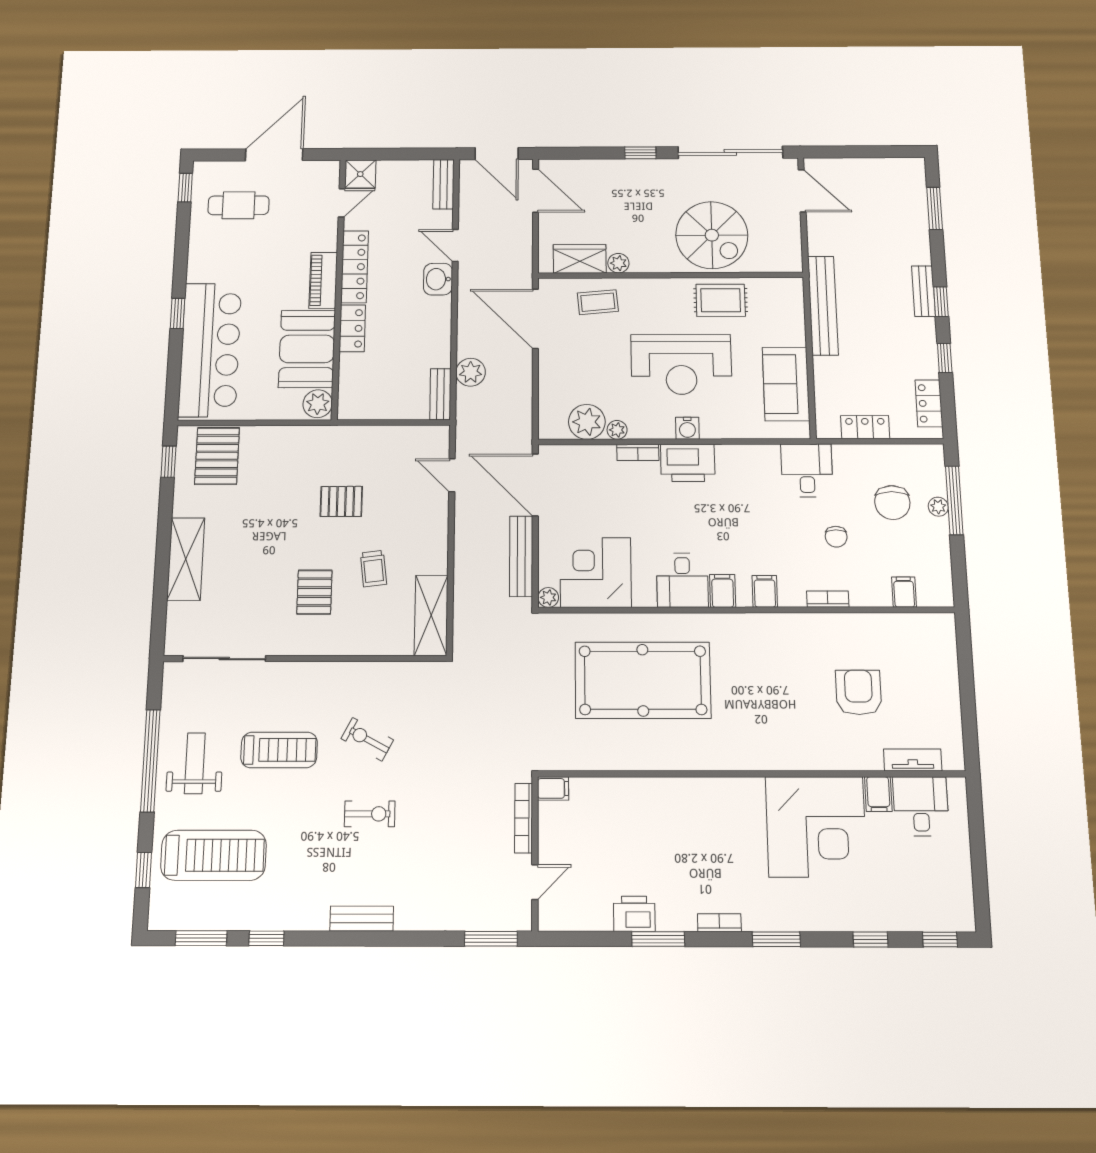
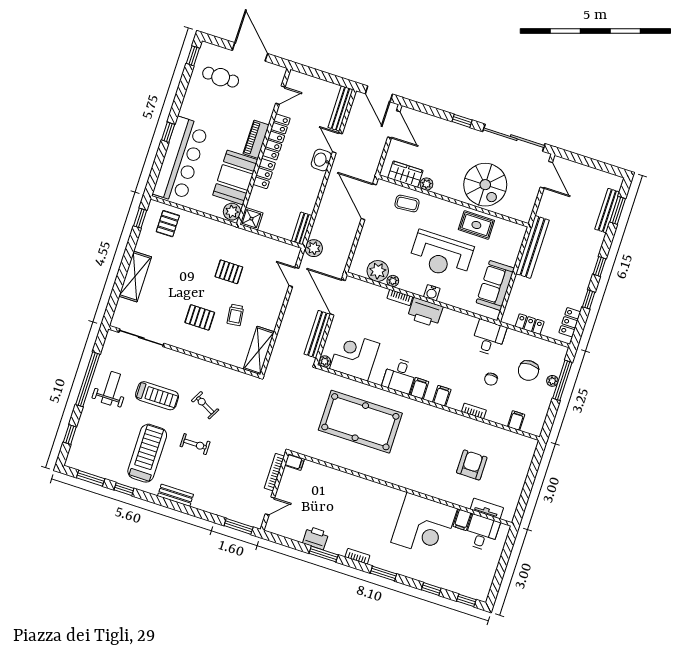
door: (274, 155) -> (250, 52), hinge flipped
shower: (360, 174) -> (251, 219), moved
bench: (443, 184) -> (340, 108), width x1.36
bench: (924, 291) -> (607, 211), moved, width x1.36
plant: (471, 372) -> (314, 248), moved
pallet: (217, 456) -> (168, 224), width x0.67, depth x0.71
pallet: (314, 592) -> (200, 317), turned 90
treadmill: (213, 855) -> (147, 453), moved, turned -90

